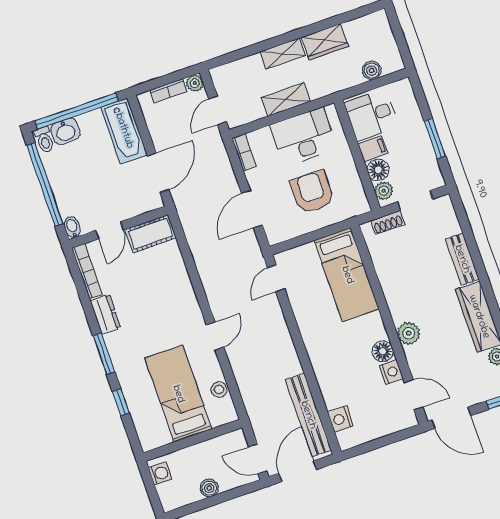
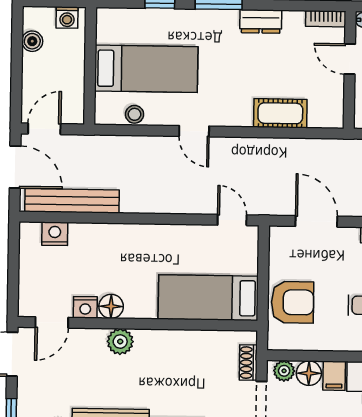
armchair: (312, 192) -> (293, 302), moved
cot: (151, 234) -> (280, 113), moved, turned 90
bookcase: (87, 271) -> (326, 19), width x0.64
boiler: (209, 488) -> (32, 41), moved

